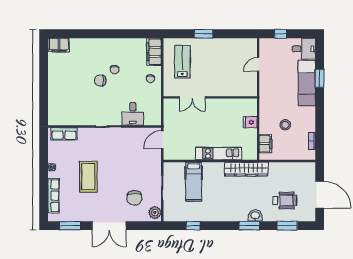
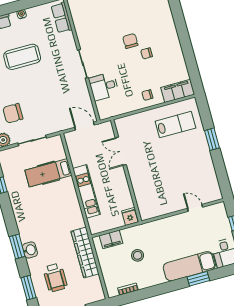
double door: (192, 97) -> (121, 151), moved
wall: (210, 97) -> (126, 171), moved
wardrobe: (246, 169) -> (85, 253), moved

